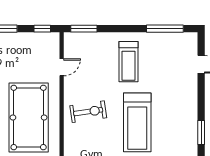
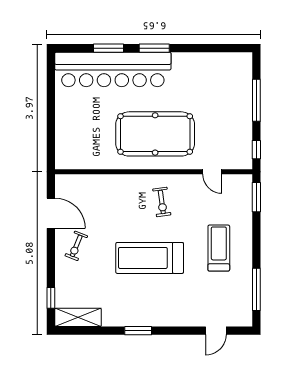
treadmill: (129, 62) -> (219, 248), turned 90
exercise bike: (88, 112) -> (162, 202), width x0.73, depth x0.72

